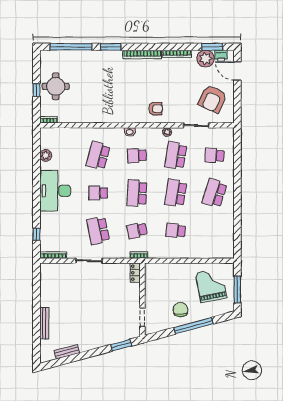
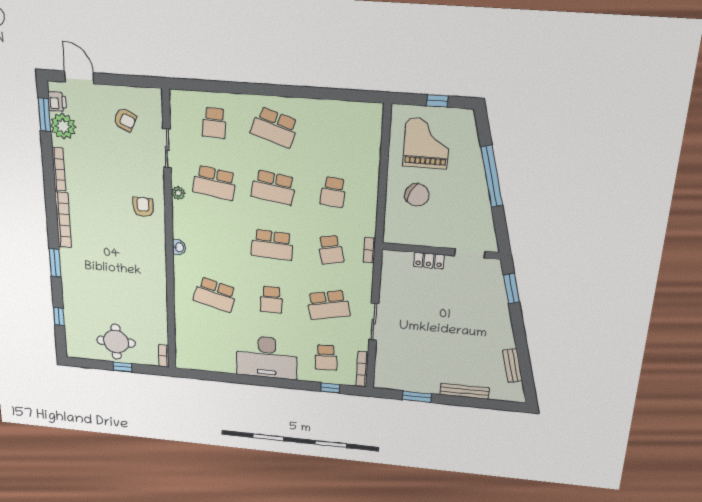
window: (71, 47) -> (59, 316), width x0.32
door: (237, 71) -> (79, 77), swing flipped
armchair: (213, 99) -> (125, 120), width x0.53, depth x0.53
plant: (46, 155) -> (215, 364), removed
school desk: (137, 156) -> (326, 358), moved
locker: (135, 273) -> (429, 261), moved
grand piano: (211, 285) -> (427, 143), turned 101
window: (237, 290) -> (437, 101), width x0.46
window: (37, 292) -> (417, 397), added
chair: (181, 310) -> (417, 195), moved, turned -153

